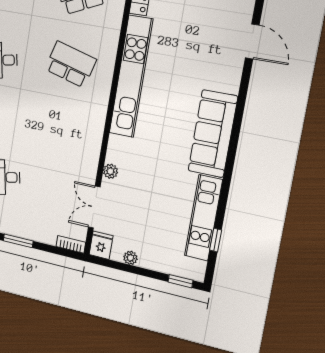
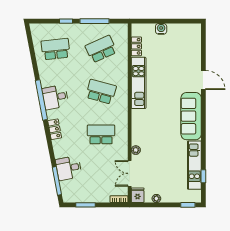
door: (252, 41) -> (203, 80), moved
kitchen unit: (131, 76) -> (139, 83), width x0.73
school desk: (60, 134) -> (101, 134), added

